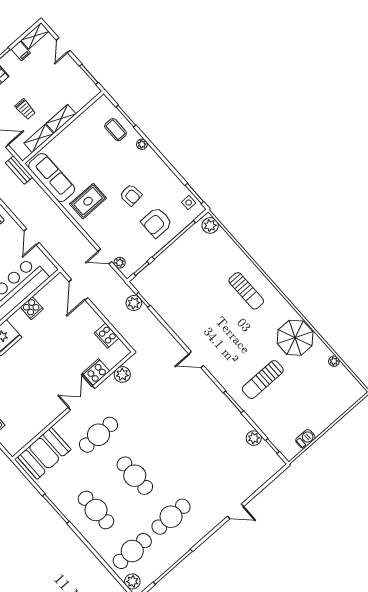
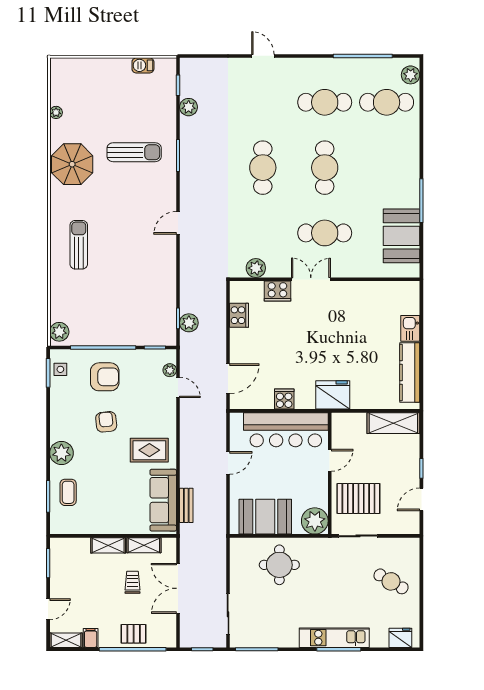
plant: (142, 144) -> (61, 453), width x1.88, depth x1.88
bench: (19, 170) -> (186, 505), moved
door: (196, 360) -> (178, 223), swing flipped
double door: (82, 398) -> (311, 279), swing flipped
booth: (44, 453) -> (402, 236), moved, turned 90
cafe table: (96, 510) -> (263, 168), moved

